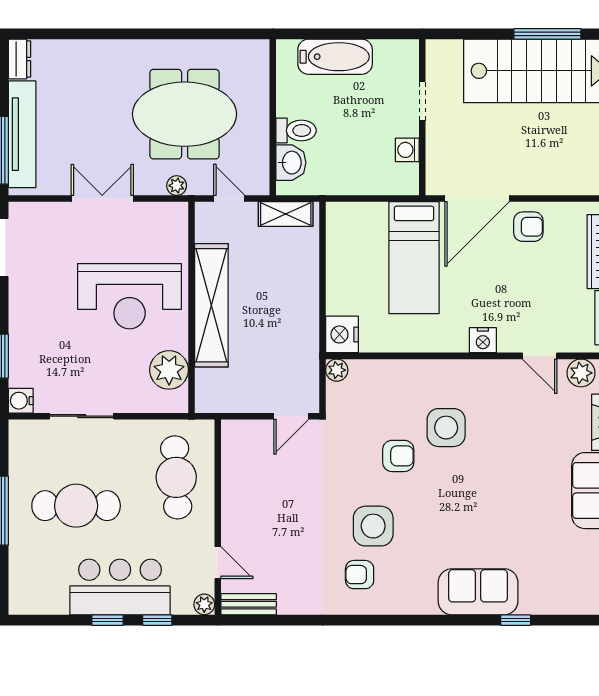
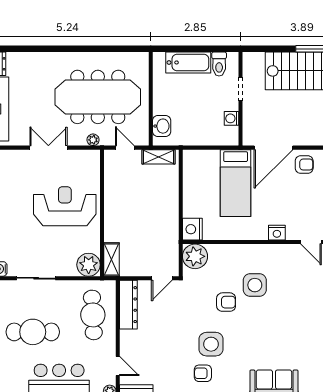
meeting table: (185, 114) -> (98, 97), width x1.36
toilet: (296, 130) -> (219, 64), moved, turned 90
reception desk: (130, 296) -> (65, 206), turned 180
shelving: (211, 305) -> (111, 260), moved, width x0.45, depth x0.75
plant: (169, 370) -> (89, 265), moved
plant: (337, 370) -> (195, 256), width x1.88, depth x1.88
dresser: (235, 460) -> (128, 305), added

